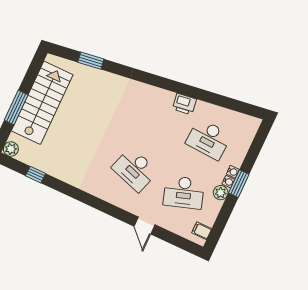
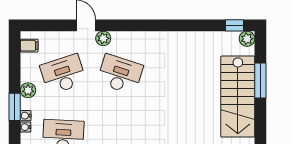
window: (36, 175) -> (234, 25), moved
water cooler: (228, 182) -> (26, 127), moved
plant: (135, 207) -> (103, 38), added

